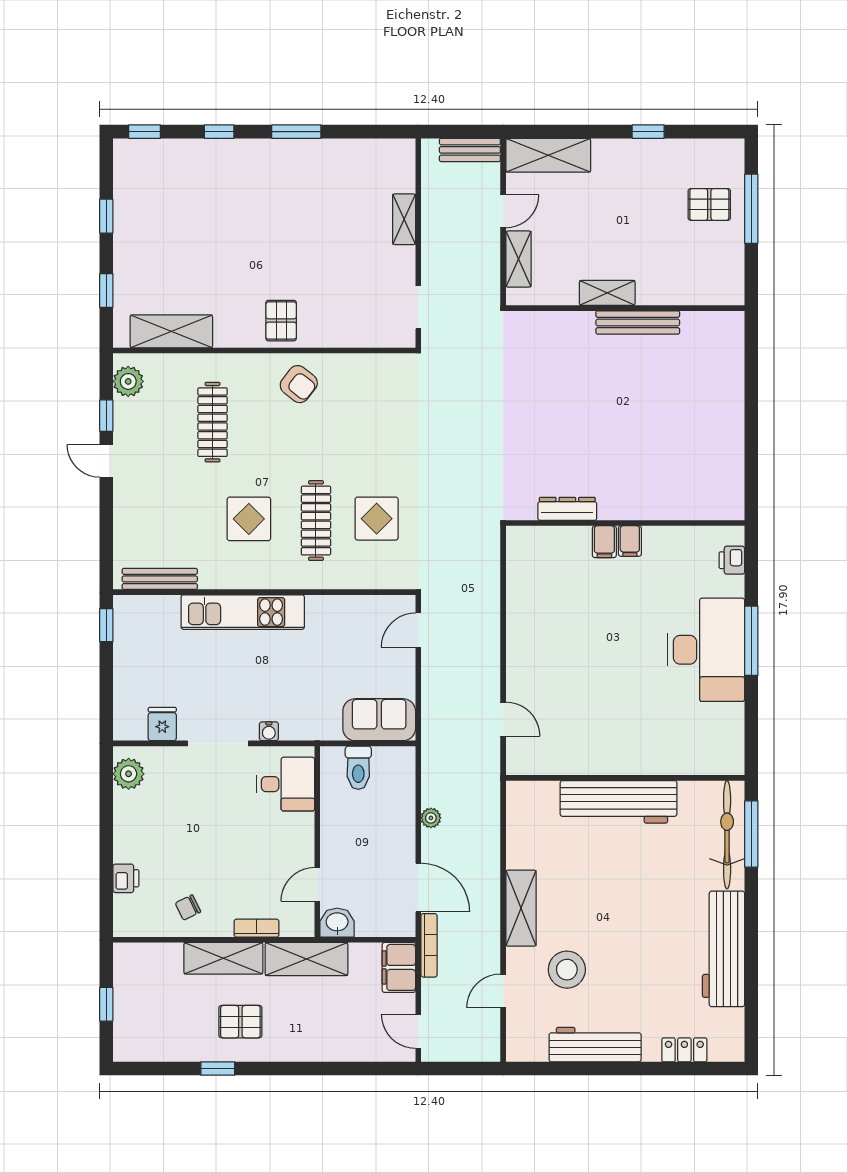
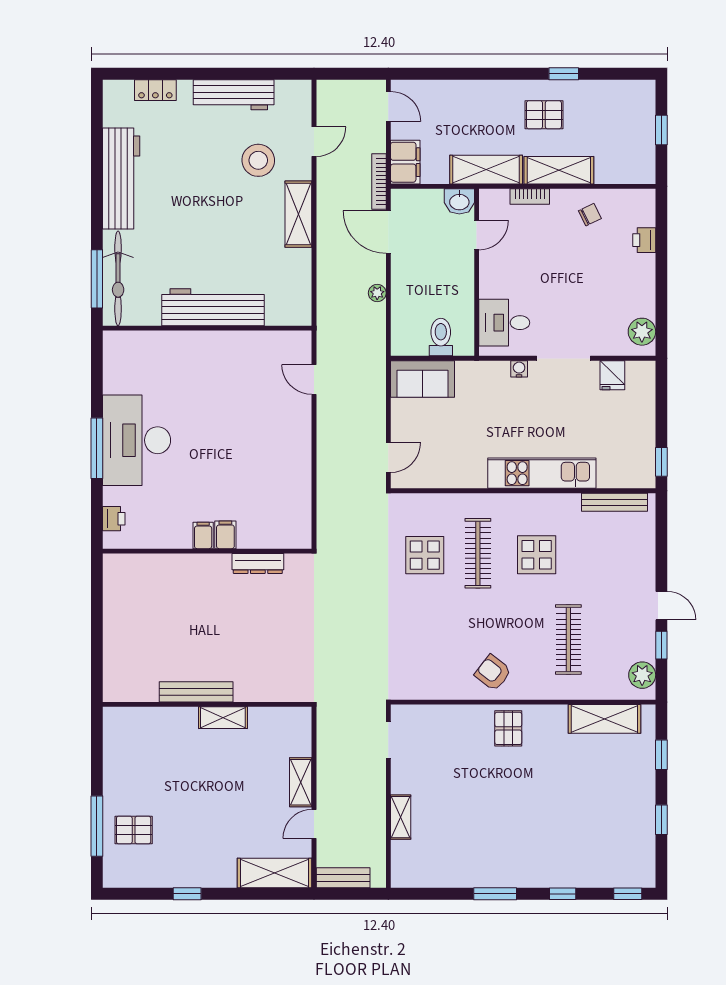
shelving: (607, 293) -> (223, 718), moved
wall: (625, 308) -> (207, 704), moved
bench: (638, 322) -> (196, 692), moved

